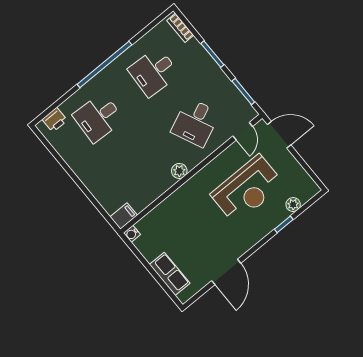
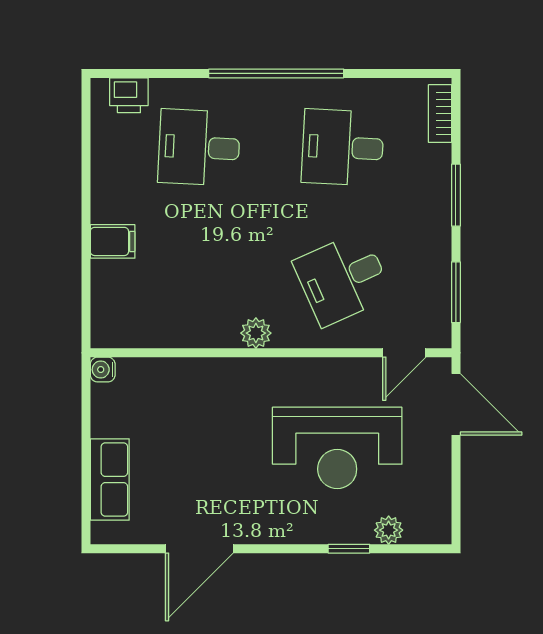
filing cabinet: (124, 216) -> (113, 241), moved

